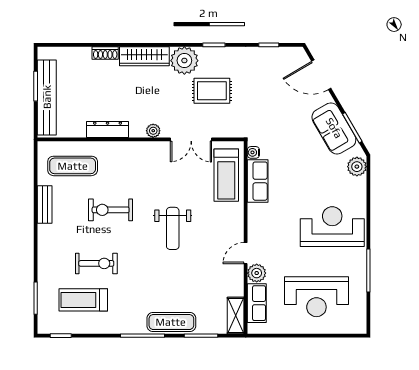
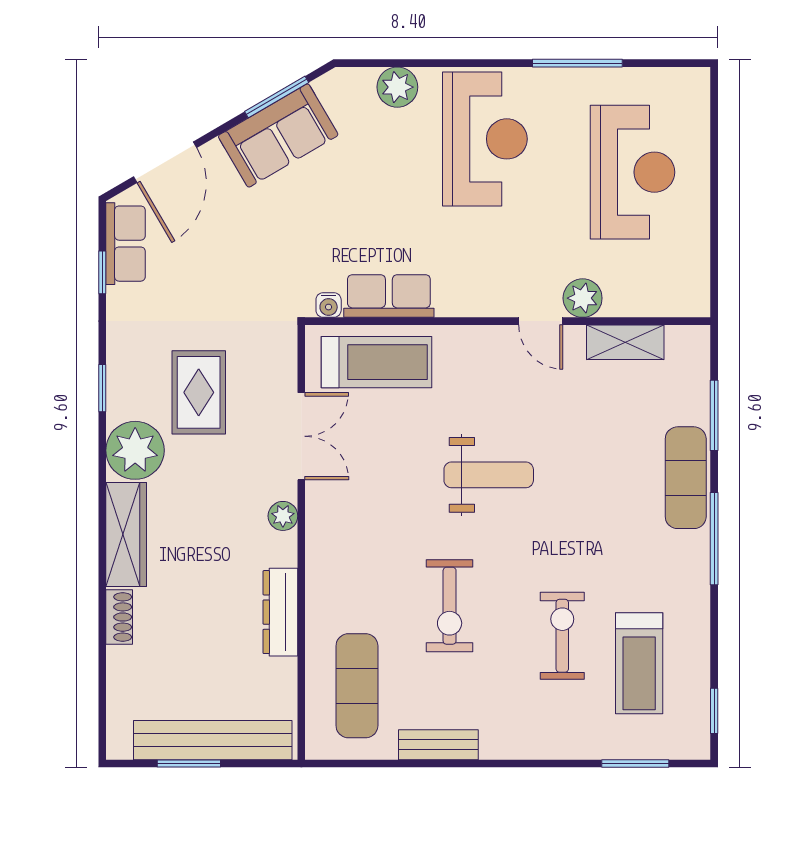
plant: (357, 167) -> (397, 87), moved
reception desk: (332, 227) -> (485, 139), turned 180
row of seats: (257, 303) -> (126, 244), moved, turned 90
shelving: (236, 315) -> (625, 342), moved

